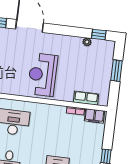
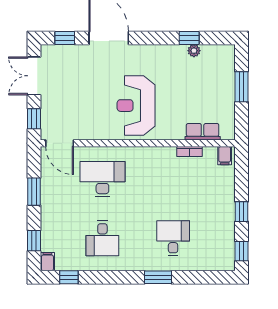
window: (99, 35) -> (189, 38), moved
filing cabinet: (94, 116) -> (225, 156), width x0.50

